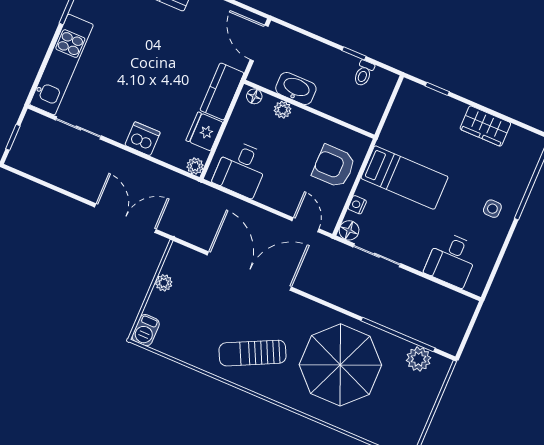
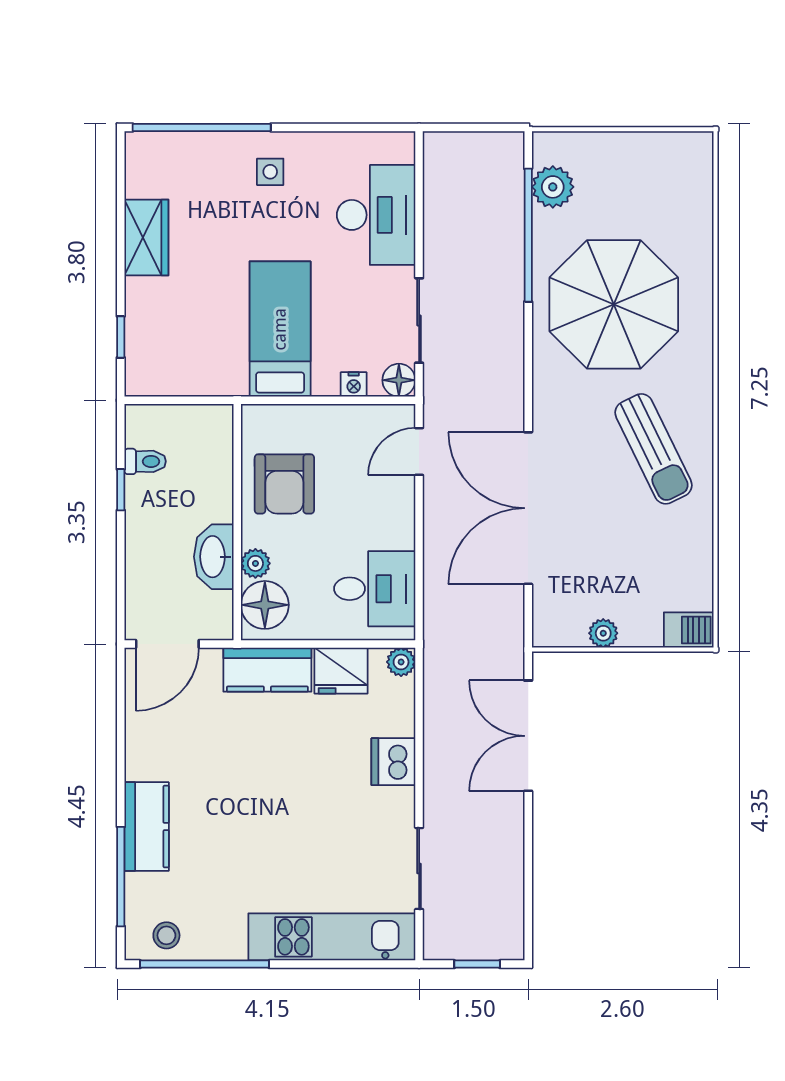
floor lamp: (254, 96) -> (265, 605), width x1.89, depth x1.89
armchair: (334, 166) -> (284, 484), moved
desk: (452, 259) -> (376, 215), width x1.37

